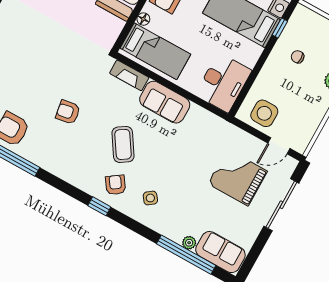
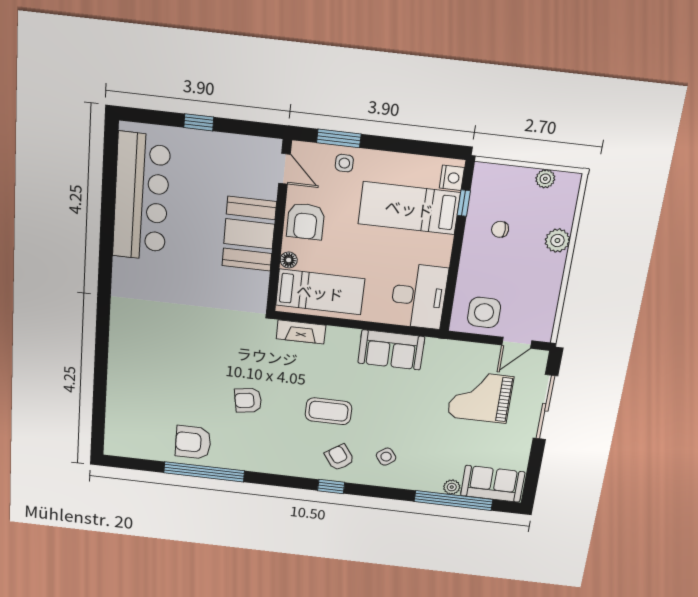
sofa: (165, 102) -> (391, 350), moved
coffee table: (123, 144) -> (328, 411), turned -57

